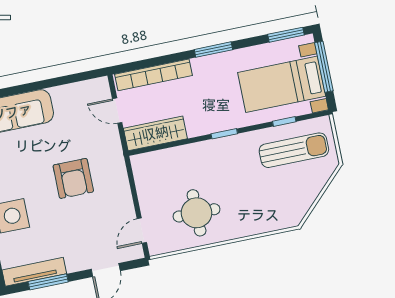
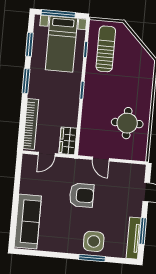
window: (286, 35) -> (29, 44), moved
wardrobe: (155, 133) -> (68, 141), width x0.67
door: (142, 231) -> (101, 159), moved

